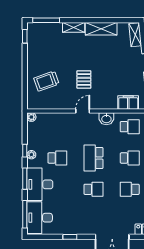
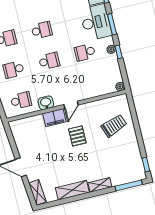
filing cabinet: (128, 102) -> (54, 118), moved
school desk: (130, 127) -> (21, 100), turned 180
school desk: (94, 158) -> (49, 61), width x0.54
school desk: (94, 189) -> (42, 30), turned 180

